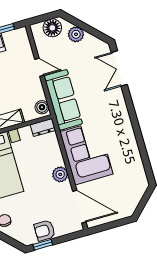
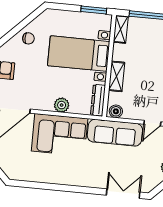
dresser: (43, 128) -> (98, 100), width x1.44
plant: (60, 174) -> (62, 105), moved

